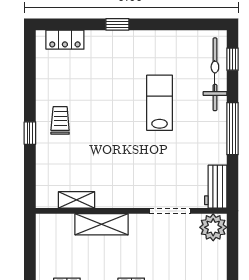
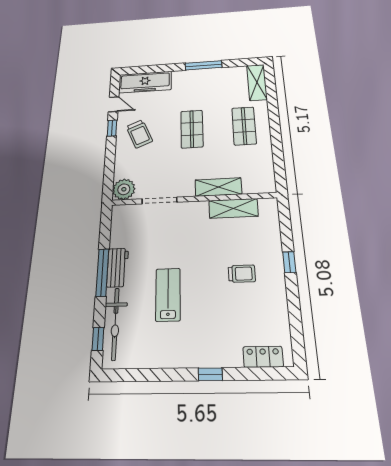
lab bench: (160, 103) -> (168, 294), turned 180
trolley: (60, 120) -> (242, 274), moved, turned -90
workbench: (216, 187) -> (118, 267), moved
shelving: (77, 200) -> (233, 208), width x1.50, depth x1.33

